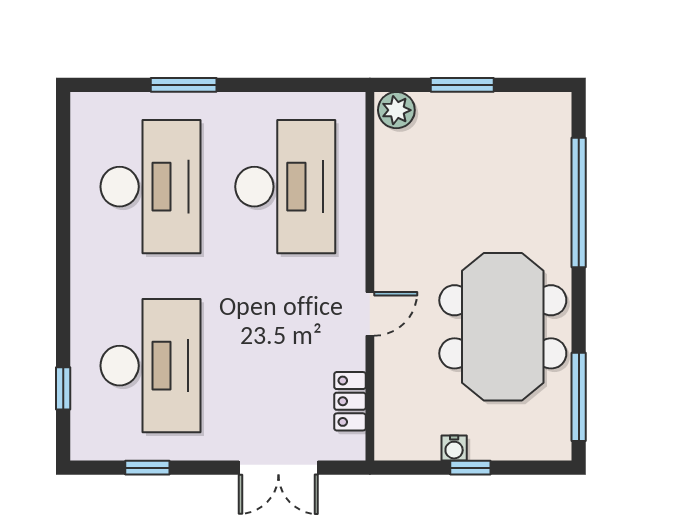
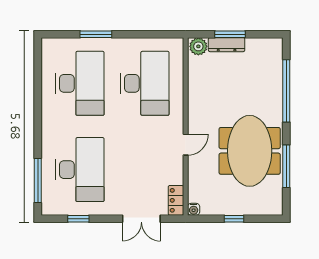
dresser: (455, 106) -> (227, 45), added
window: (63, 388) -> (38, 180), width x2.17
window: (579, 397) -> (286, 166), moved
locker: (350, 401) -> (176, 200), moved
water cooler: (454, 448) -> (194, 209), moved

